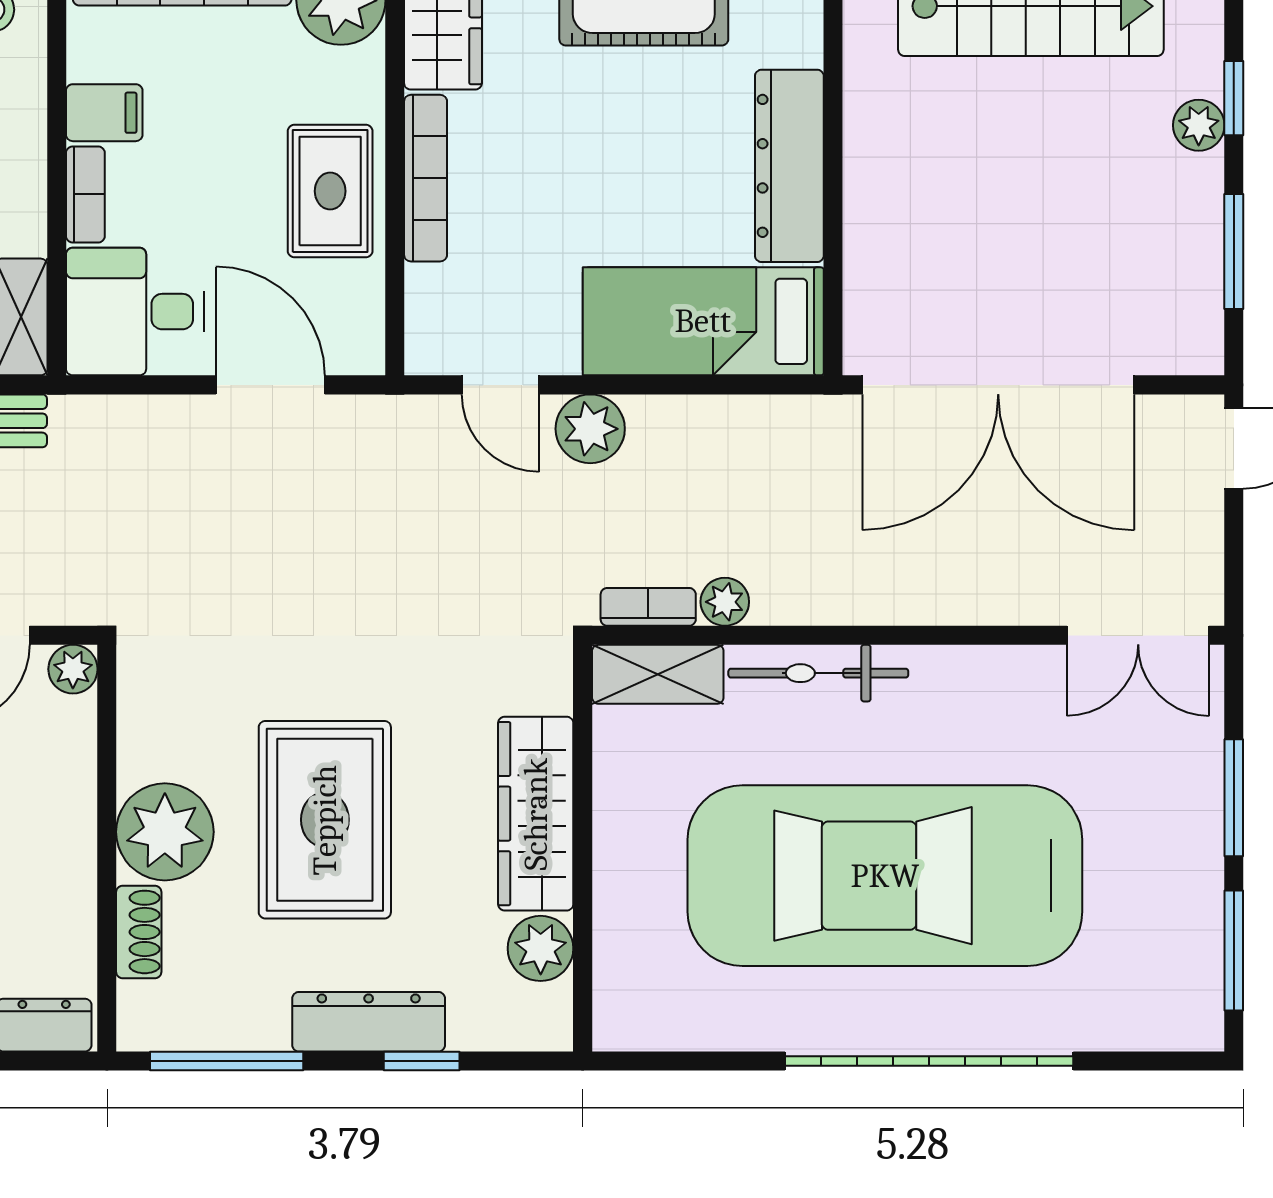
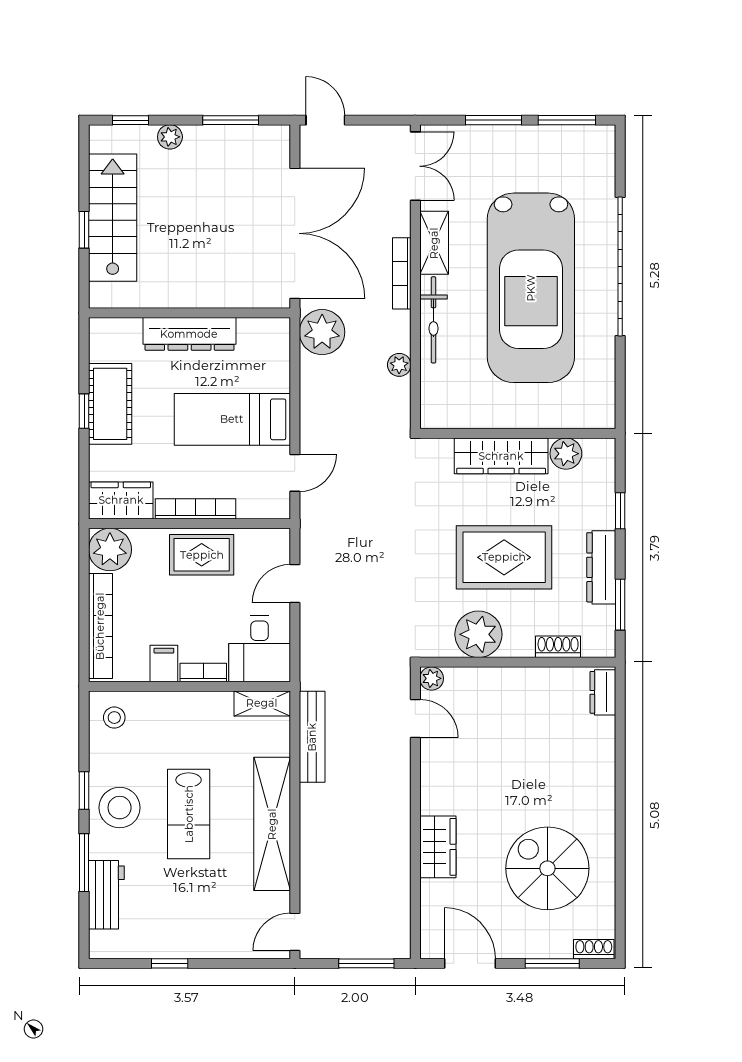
window: (1234, 98) -> (131, 120), moved
bed: (703, 321) -> (232, 419), moved, turned 90
door: (270, 385) -> (295, 584), width x0.73
plant: (590, 429) -> (322, 332), moved, width x1.36, depth x1.36
bookcase: (648, 607) -> (402, 273), moved, width x1.56
shelving: (658, 674) -> (434, 243), moved
plant: (165, 832) -> (478, 634), moved
dresser: (369, 1022) -> (601, 567), moved
window: (227, 1061) -> (620, 605), width x0.69

